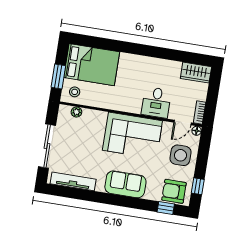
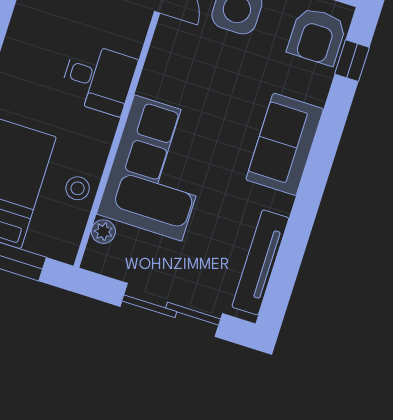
stool: (75, 92) -> (78, 188), moved
desk: (156, 102) -> (98, 79), moved
corner sofa: (132, 135) -> (158, 168), moved

